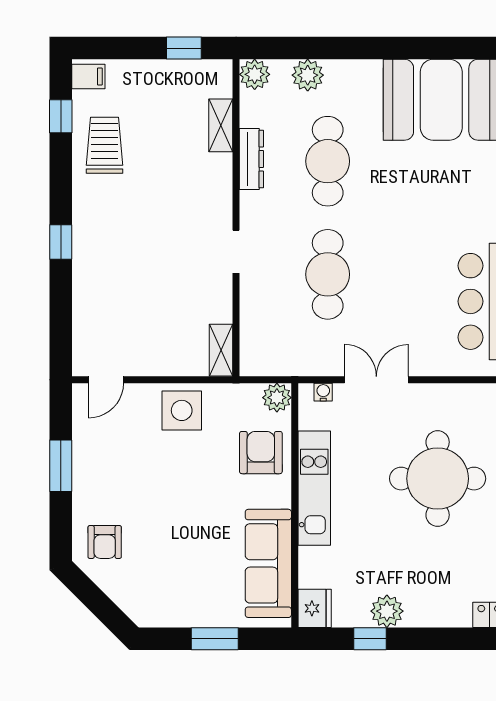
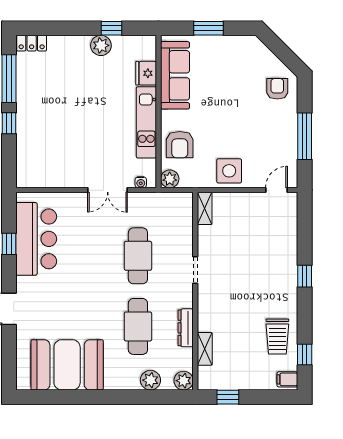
window: (61, 466) -> (305, 136), width x1.44
round table: (438, 479) -> (69, 128), removed
fridge: (315, 608) -> (146, 73), moved

